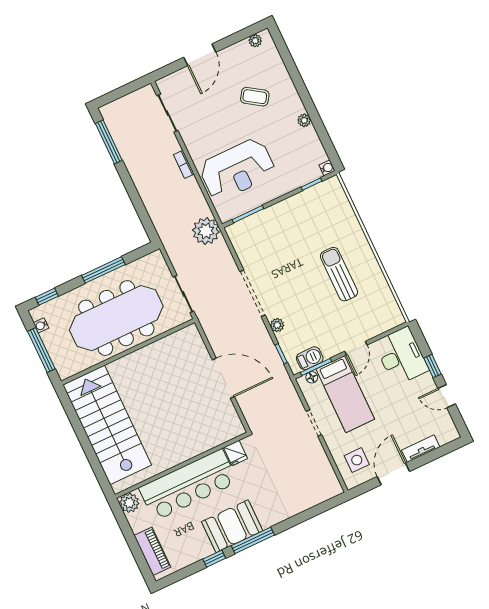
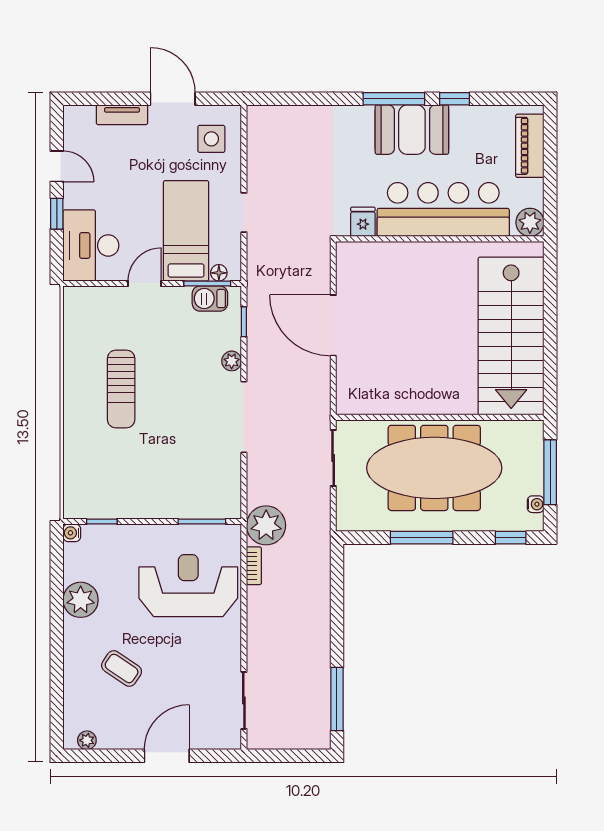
plant: (304, 120) -> (81, 600), width x1.88, depth x1.88
bookcase: (184, 164) -> (254, 566), moved
door: (393, 474) -> (173, 99), swing flipped

